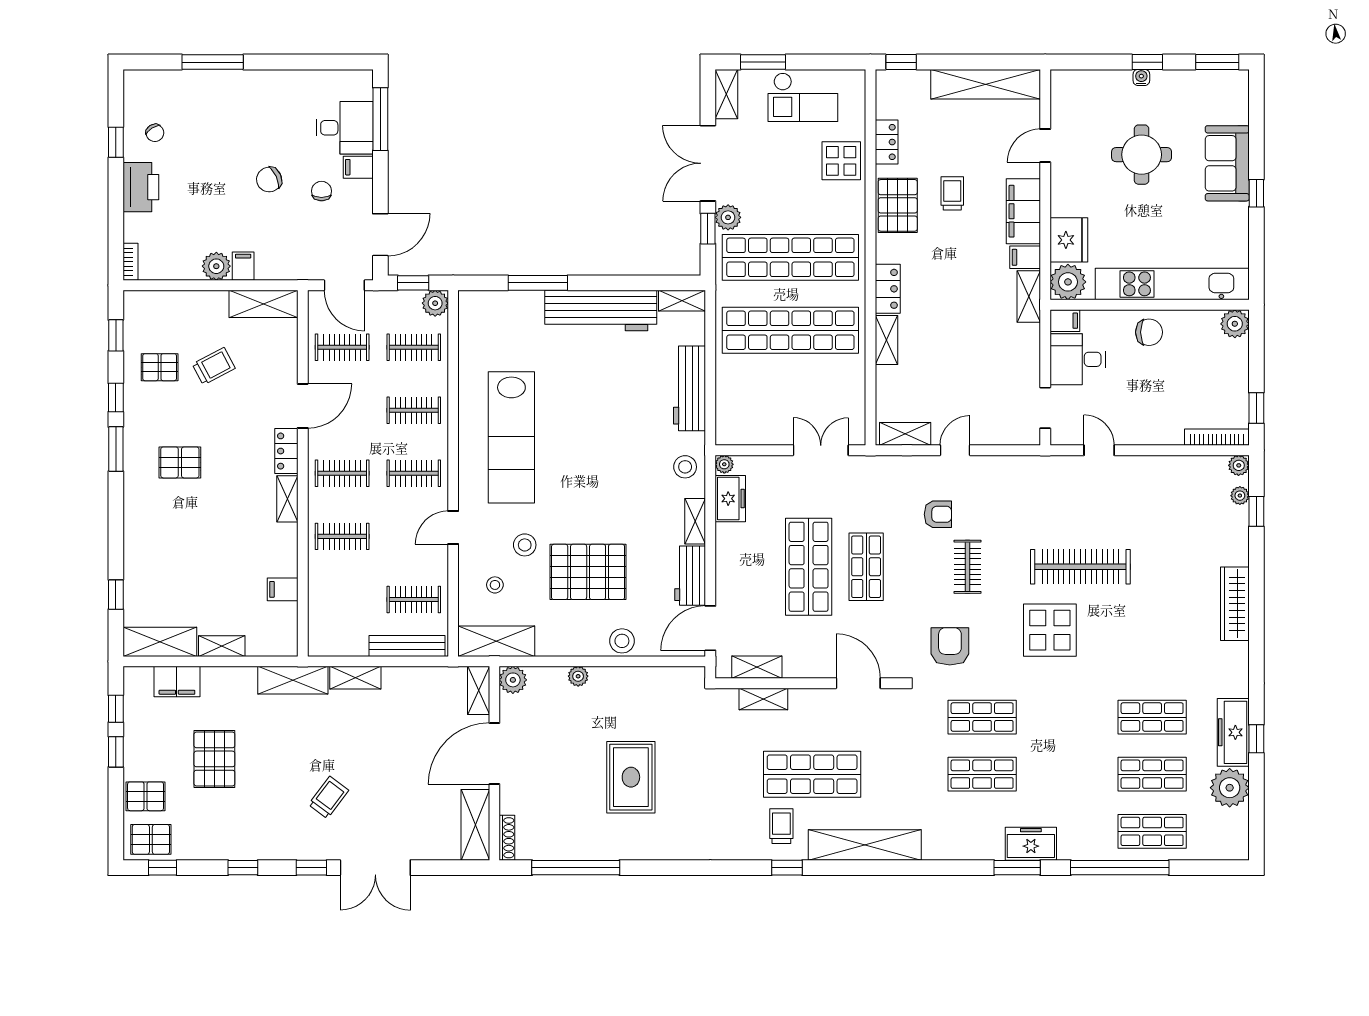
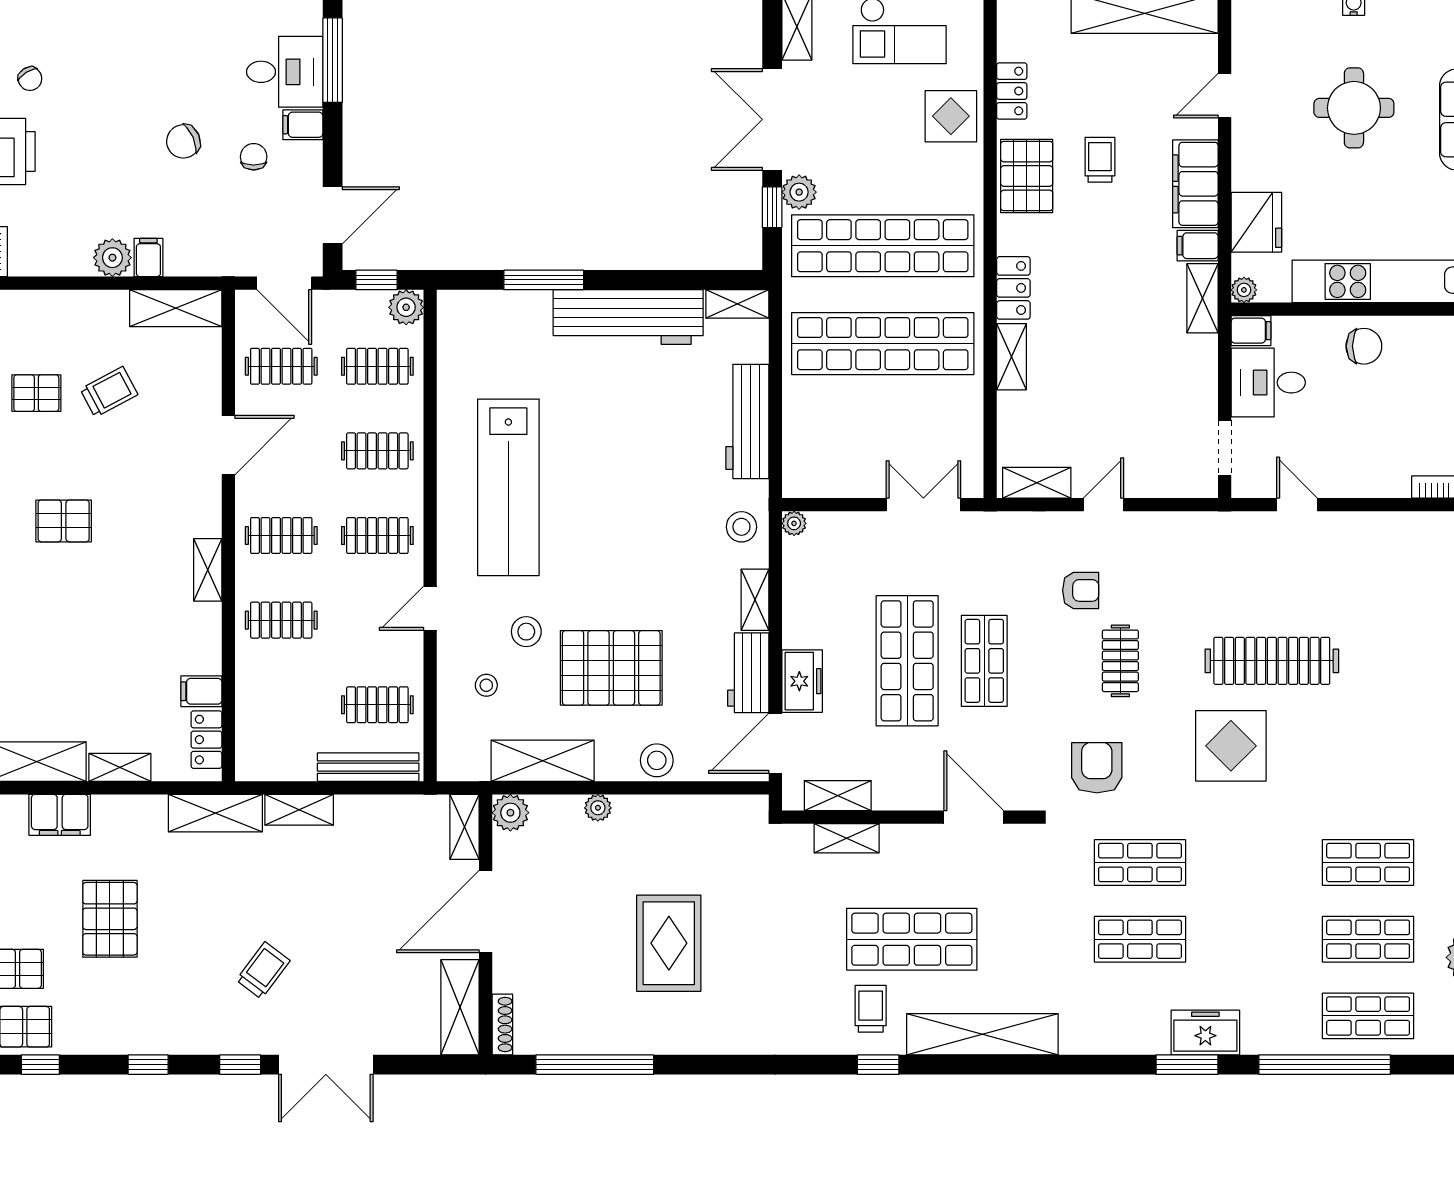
plant: (1068, 282) -> (1244, 290), width x0.53, depth x0.53
locker: (286, 451) -> (206, 740), moved
freezer: (730, 499) -> (802, 681), moved
shelving: (496, 641) -> (543, 761), moved

